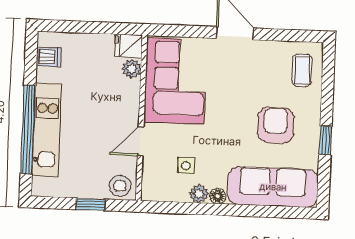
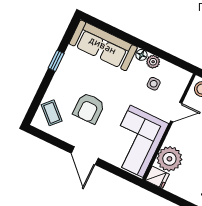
plant: (132, 69) -> (169, 159), width x1.88, depth x1.88
coffee table: (302, 70) -> (52, 113), turned -47
armchair: (276, 125) -> (89, 108), moved

